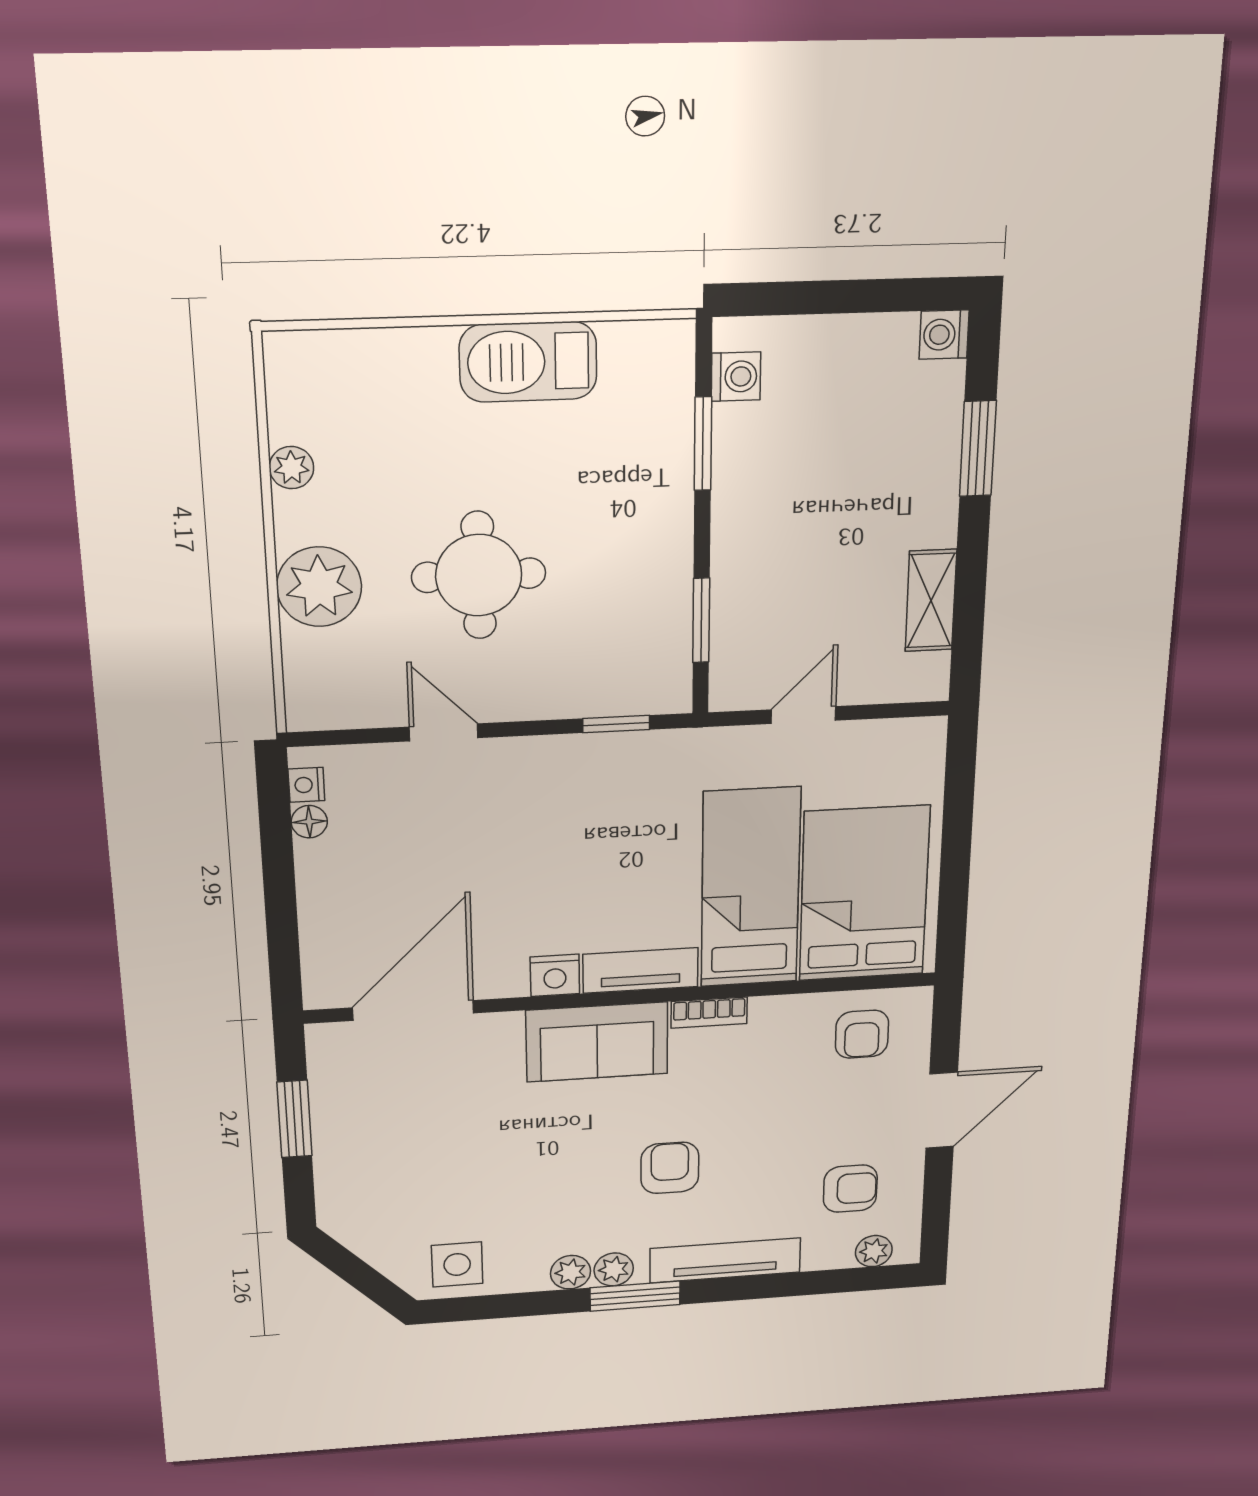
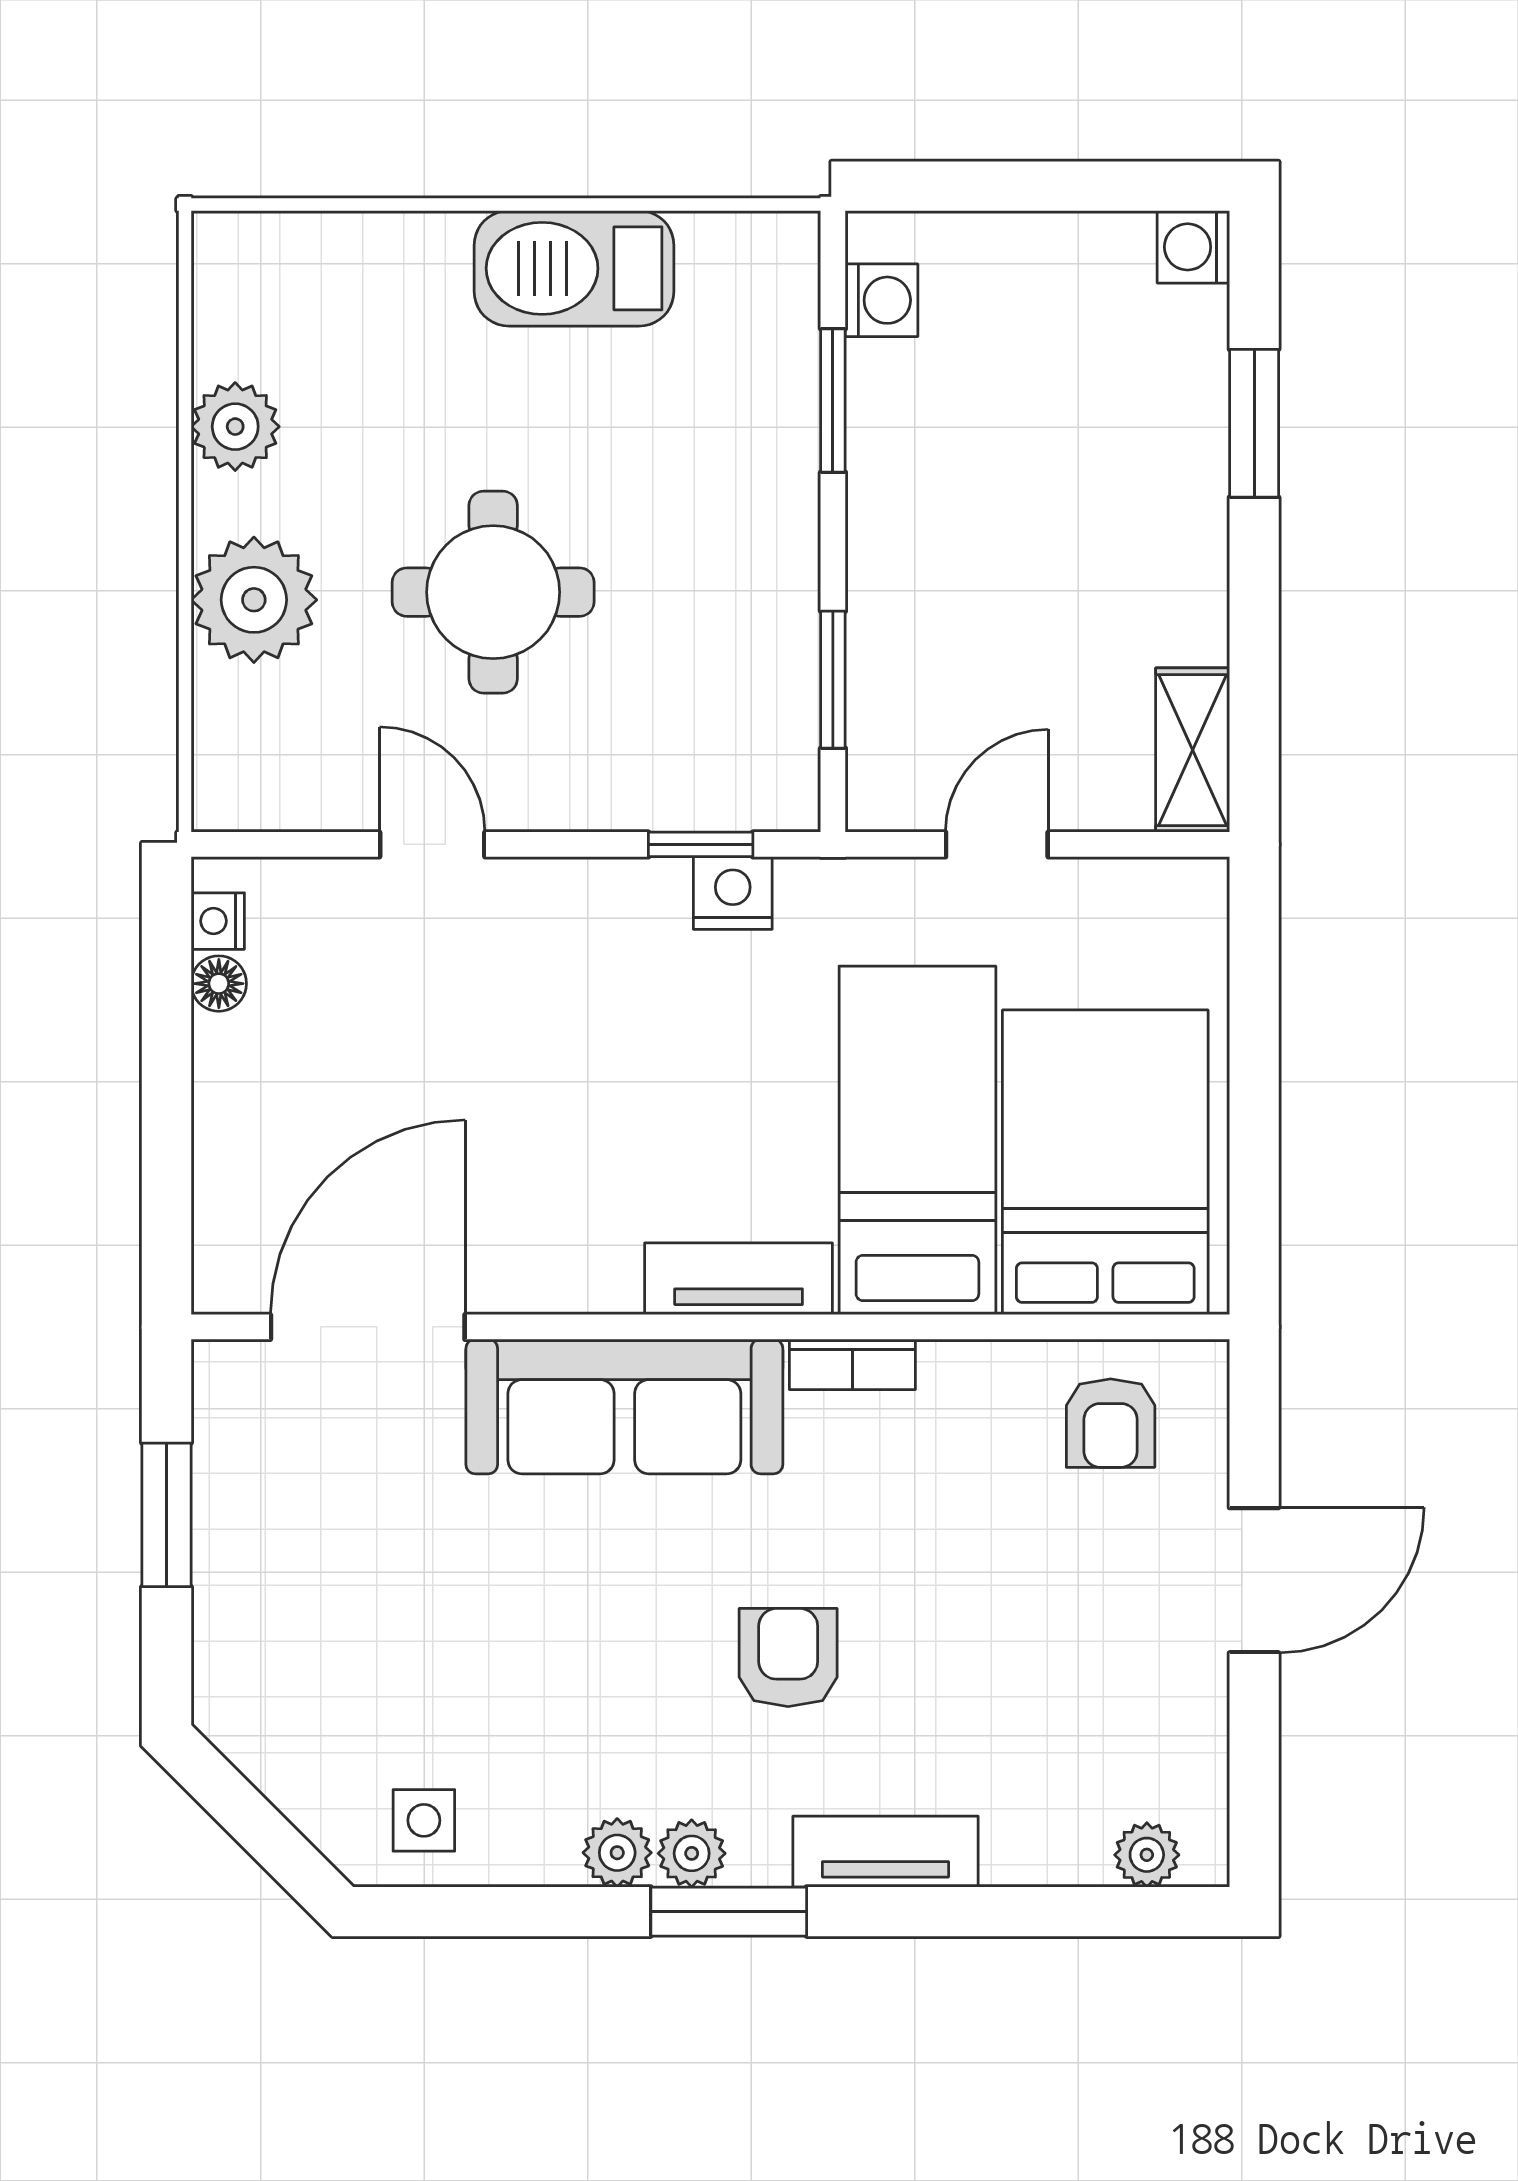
plant: (291, 468) -> (235, 427), width x1.38, depth x1.38
shelving: (931, 601) -> (1193, 750), moved
nightstand: (555, 975) -> (733, 893), moved, turned 180
sofa: (597, 1042) -> (624, 1406), width x1.36
armchair: (850, 1189) -> (1101, 1724), removed
tv unit: (725, 1260) -> (886, 1852), width x0.71
side table: (457, 1264) -> (424, 1820), width x0.73, depth x0.73

